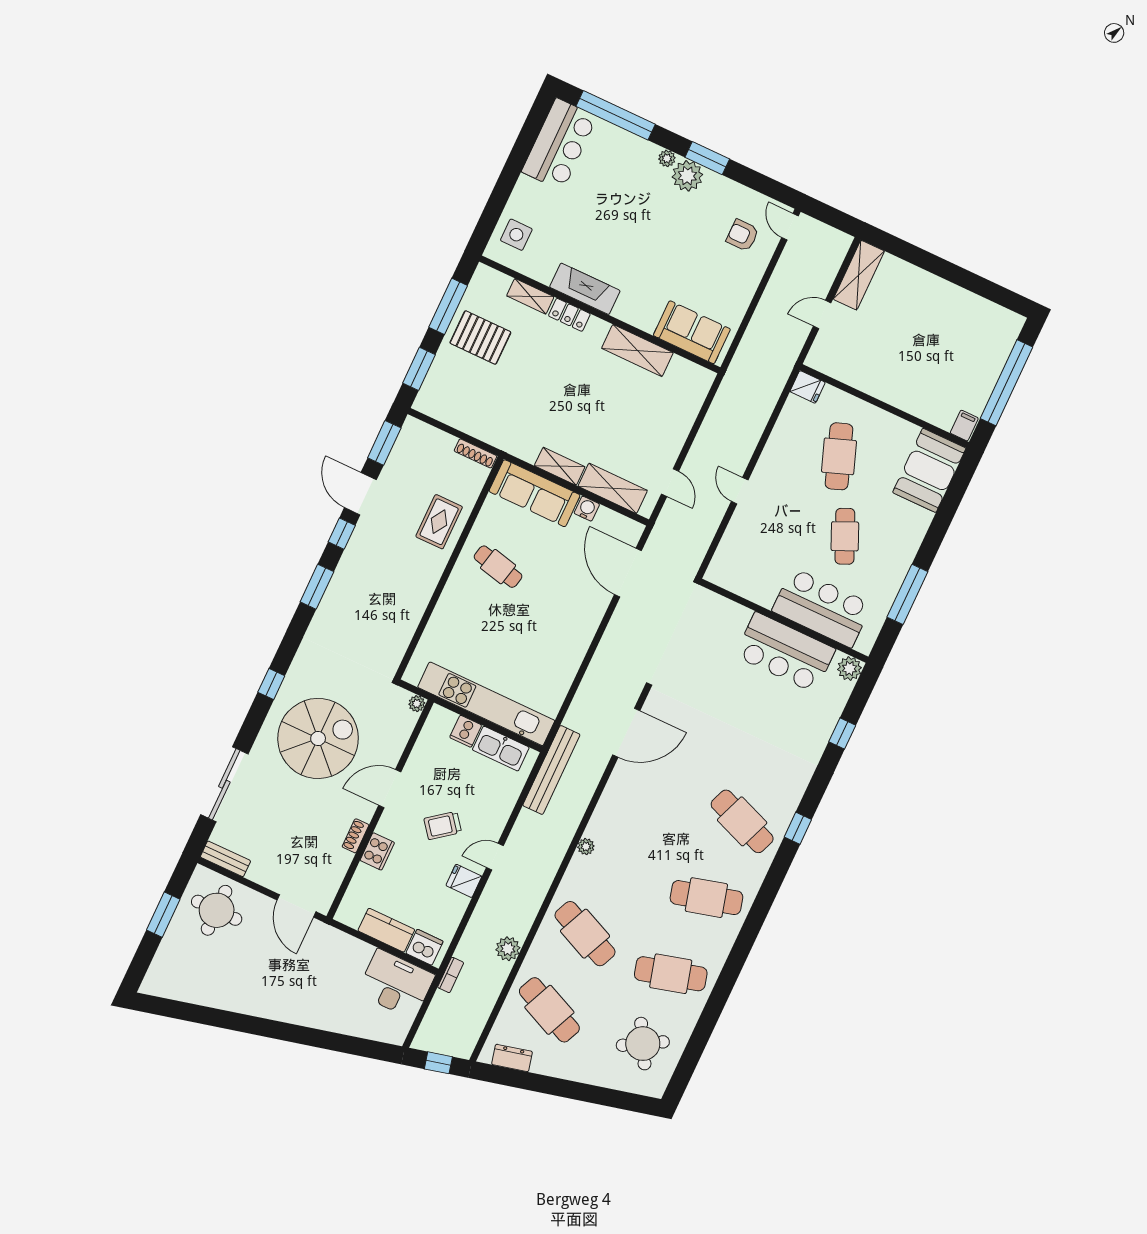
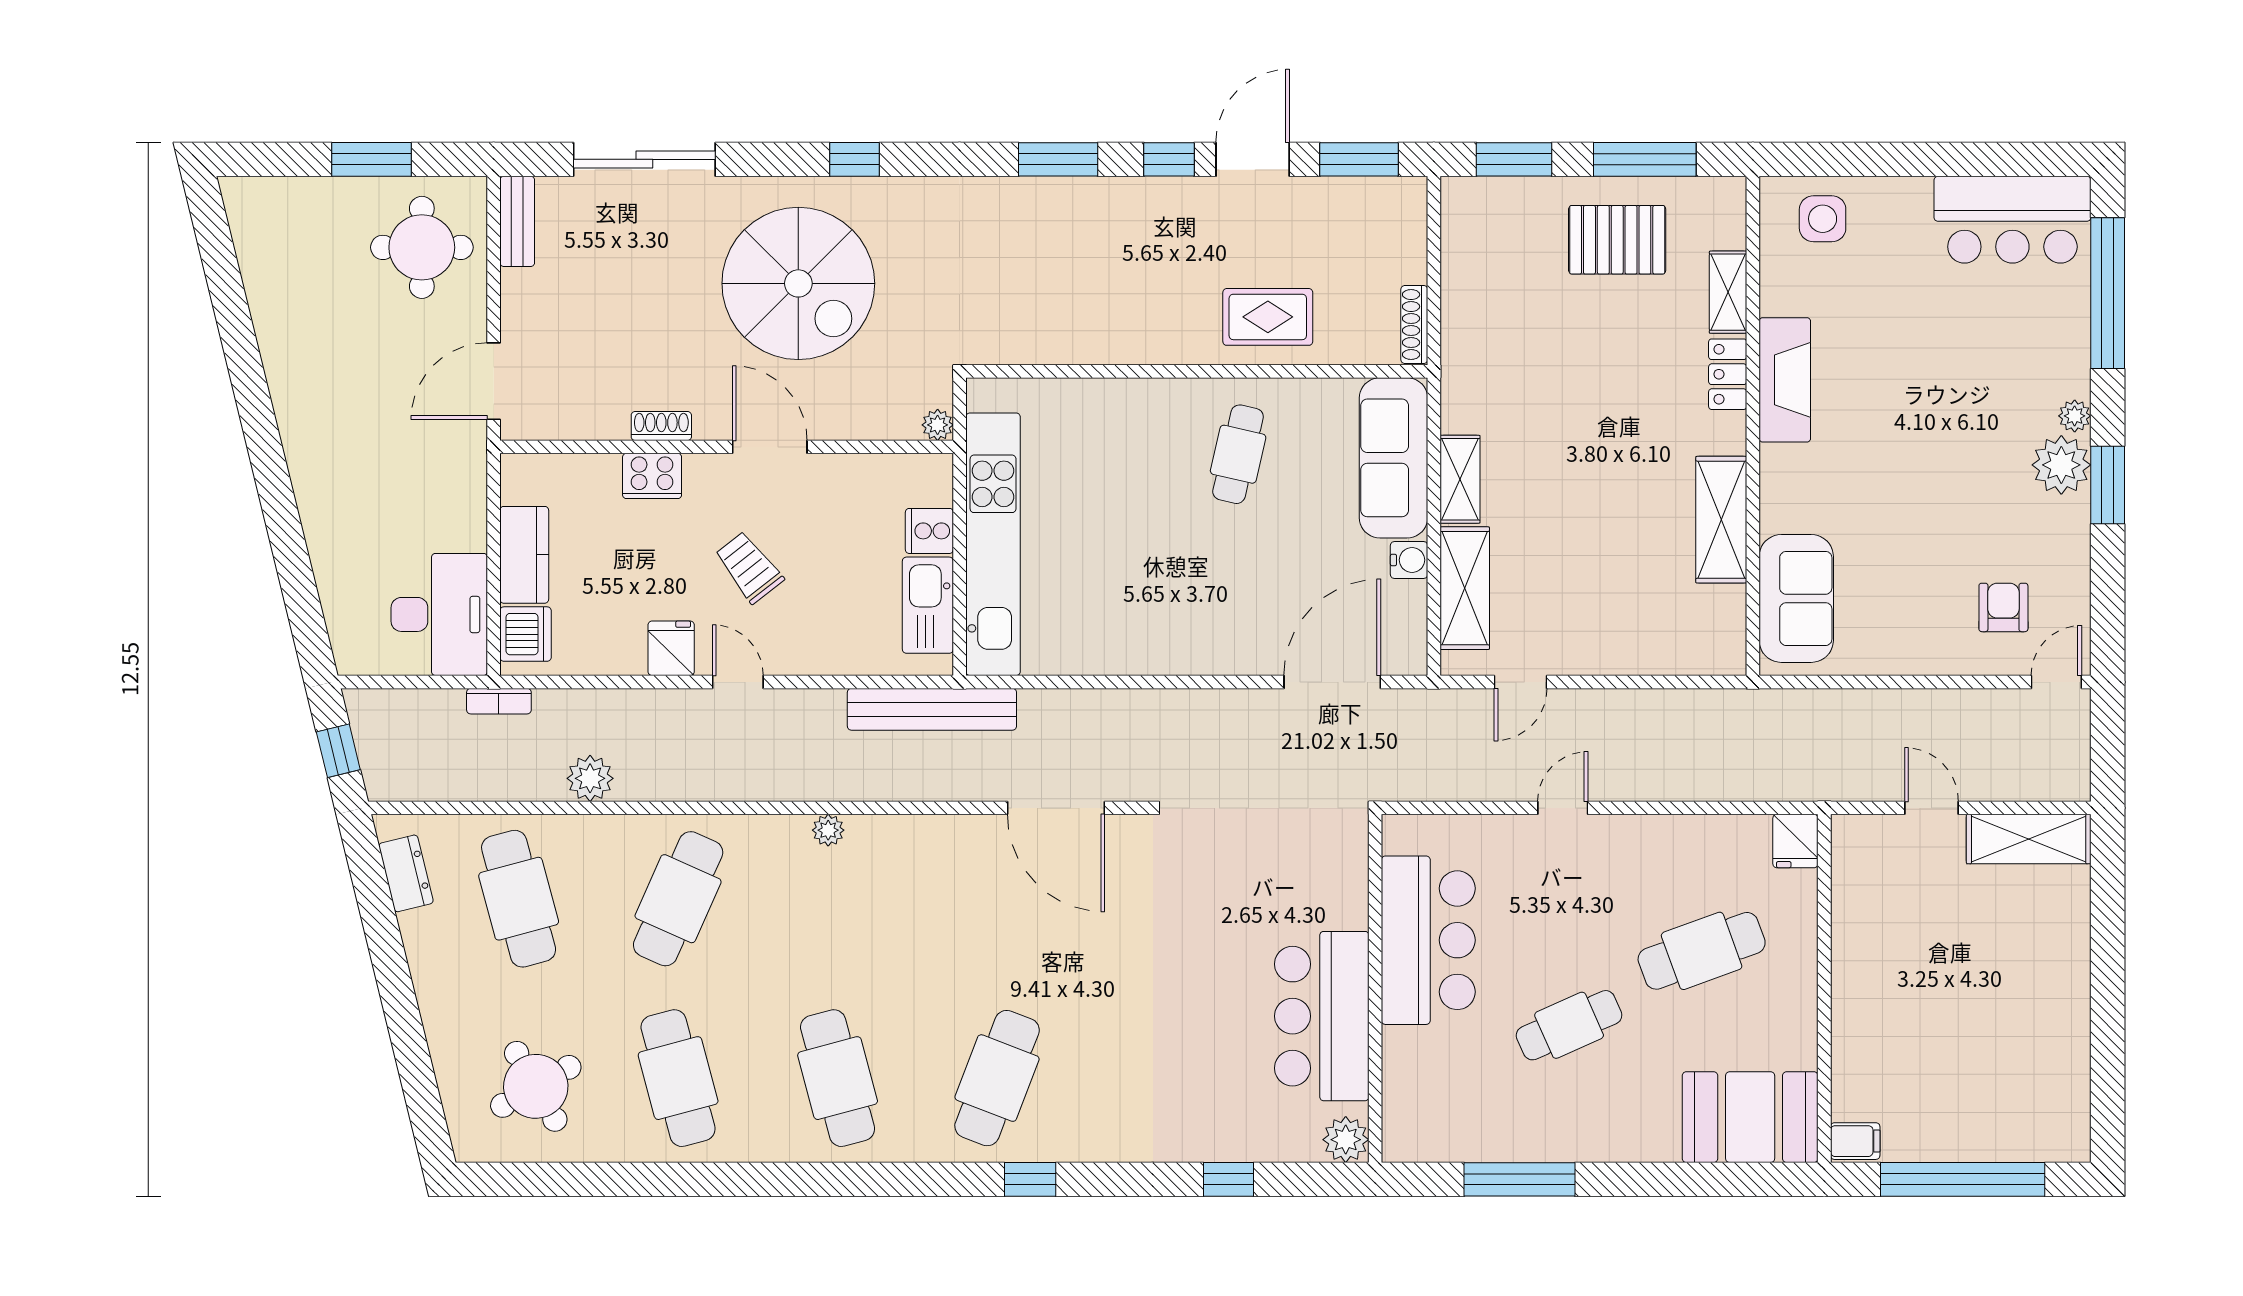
pallet: (480, 338) -> (1617, 240), turned 90
bar counter: (822, 608) -> (1428, 940), moved
cafe table: (549, 1010) -> (519, 899), turned -39

